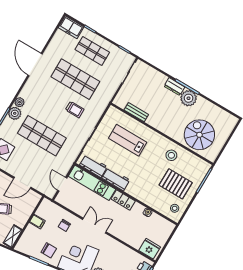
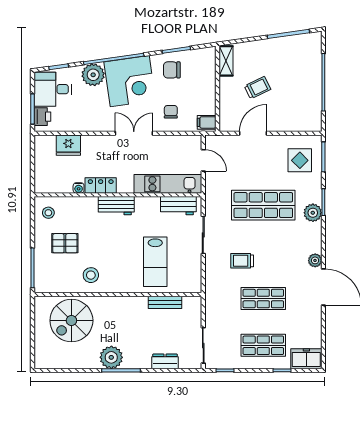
shop shelf: (75, 79) -> (263, 299), width x0.70, depth x0.74
dresser: (174, 87) -> (165, 361), moved
plant: (19, 102) -> (315, 260), moved
spiral stairs: (199, 135) -> (71, 321), turned 90
lab bench: (128, 140) -> (155, 262), turned 90
workbench: (116, 179) -> (116, 206), moved
pallet: (176, 184) -> (65, 243), width x0.67, depth x0.71
locker: (123, 200) -> (101, 185), moved
filing cabinet: (37, 222) -> (207, 122), moved
double door: (94, 226) -> (134, 133), swing flipped
fridge: (150, 249) -> (68, 145), moved

